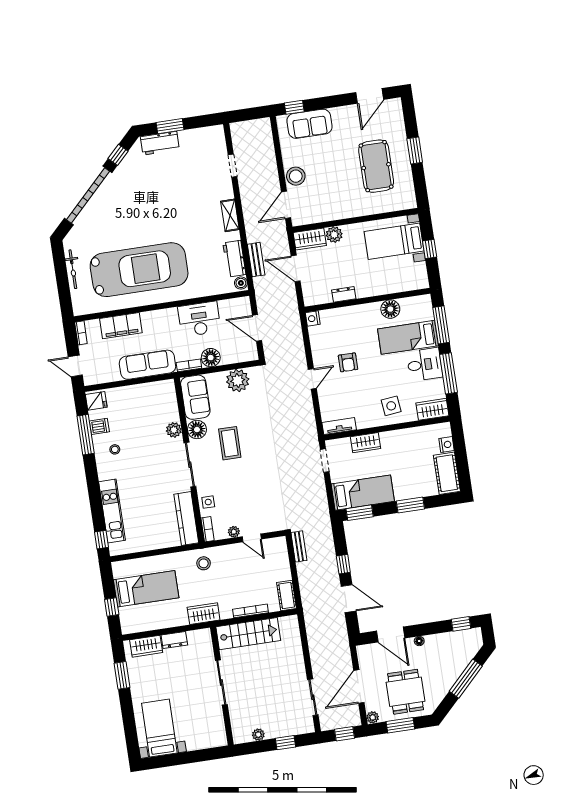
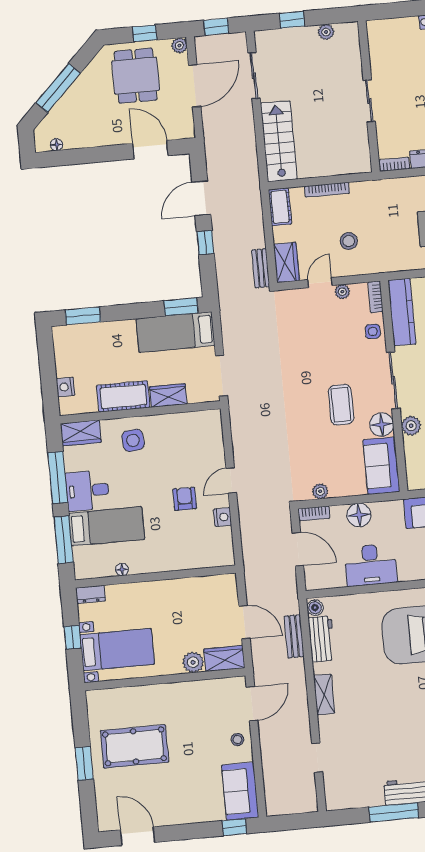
door: (370, 96) -> (138, 836), hinge flipped
sofa: (309, 124) -> (240, 791), moved, turned -90
window: (170, 126) -> (394, 812), width x1.44
pool table: (376, 166) -> (135, 746), turned 90
stool: (296, 176) -> (237, 740), width x0.53, depth x0.53
dresser: (344, 294) -> (90, 594), moved
floor lamp: (390, 309) -> (122, 570), width x0.53, depth x0.53
nightstand: (313, 318) -> (223, 517), moved
bookcase: (189, 365) -> (314, 513), moved
plant: (238, 381) -> (320, 491), width x0.53, depth x0.53
tv unit: (339, 426) -> (201, 418), removed
doorway: (325, 461) -> (222, 376), width x1.38
cot: (447, 473) -> (123, 396), moved, turned 90
window: (410, 505) -> (83, 316), moved
door: (252, 538) -> (320, 283), hinge flipped
stool: (204, 563) -> (349, 241), moved
door: (349, 599) -> (201, 198), hinge flipped
wardrobe: (204, 614) -> (286, 262), moved, turned -90
window: (461, 624) -> (60, 158), removed
bookcase: (199, 634) -> (394, 164), added
stairs: (248, 634) -> (279, 141), moved, turned 90
floor lamp: (419, 641) -> (57, 145), moved
sliding door: (221, 683) -> (369, 101), width x0.73
window: (400, 725) -> (145, 33), width x0.67

